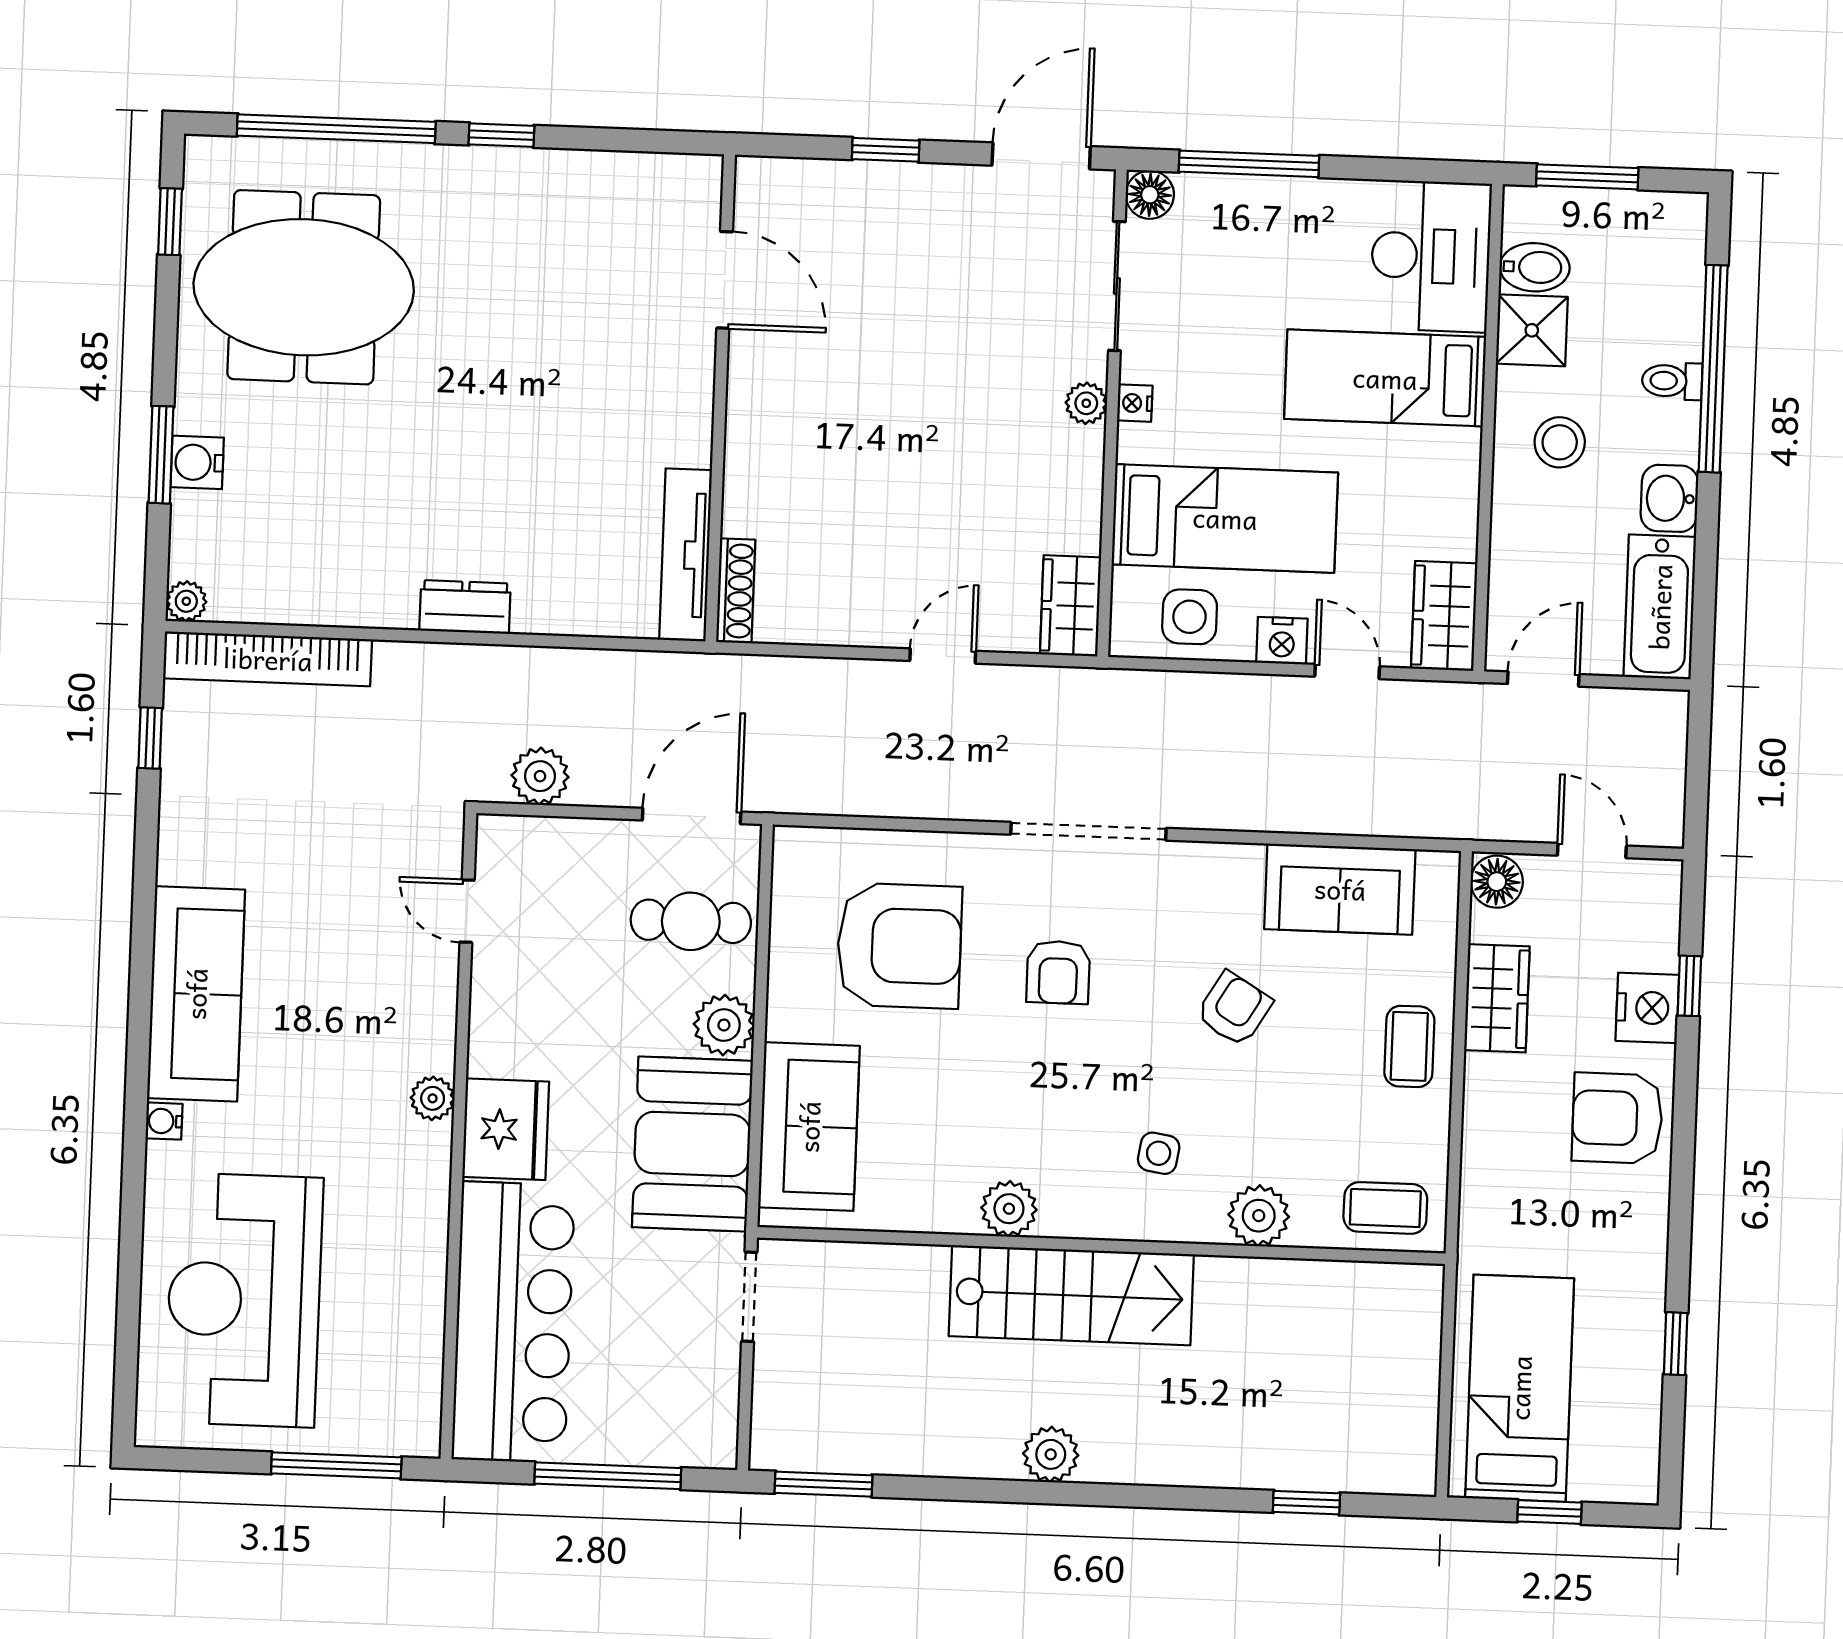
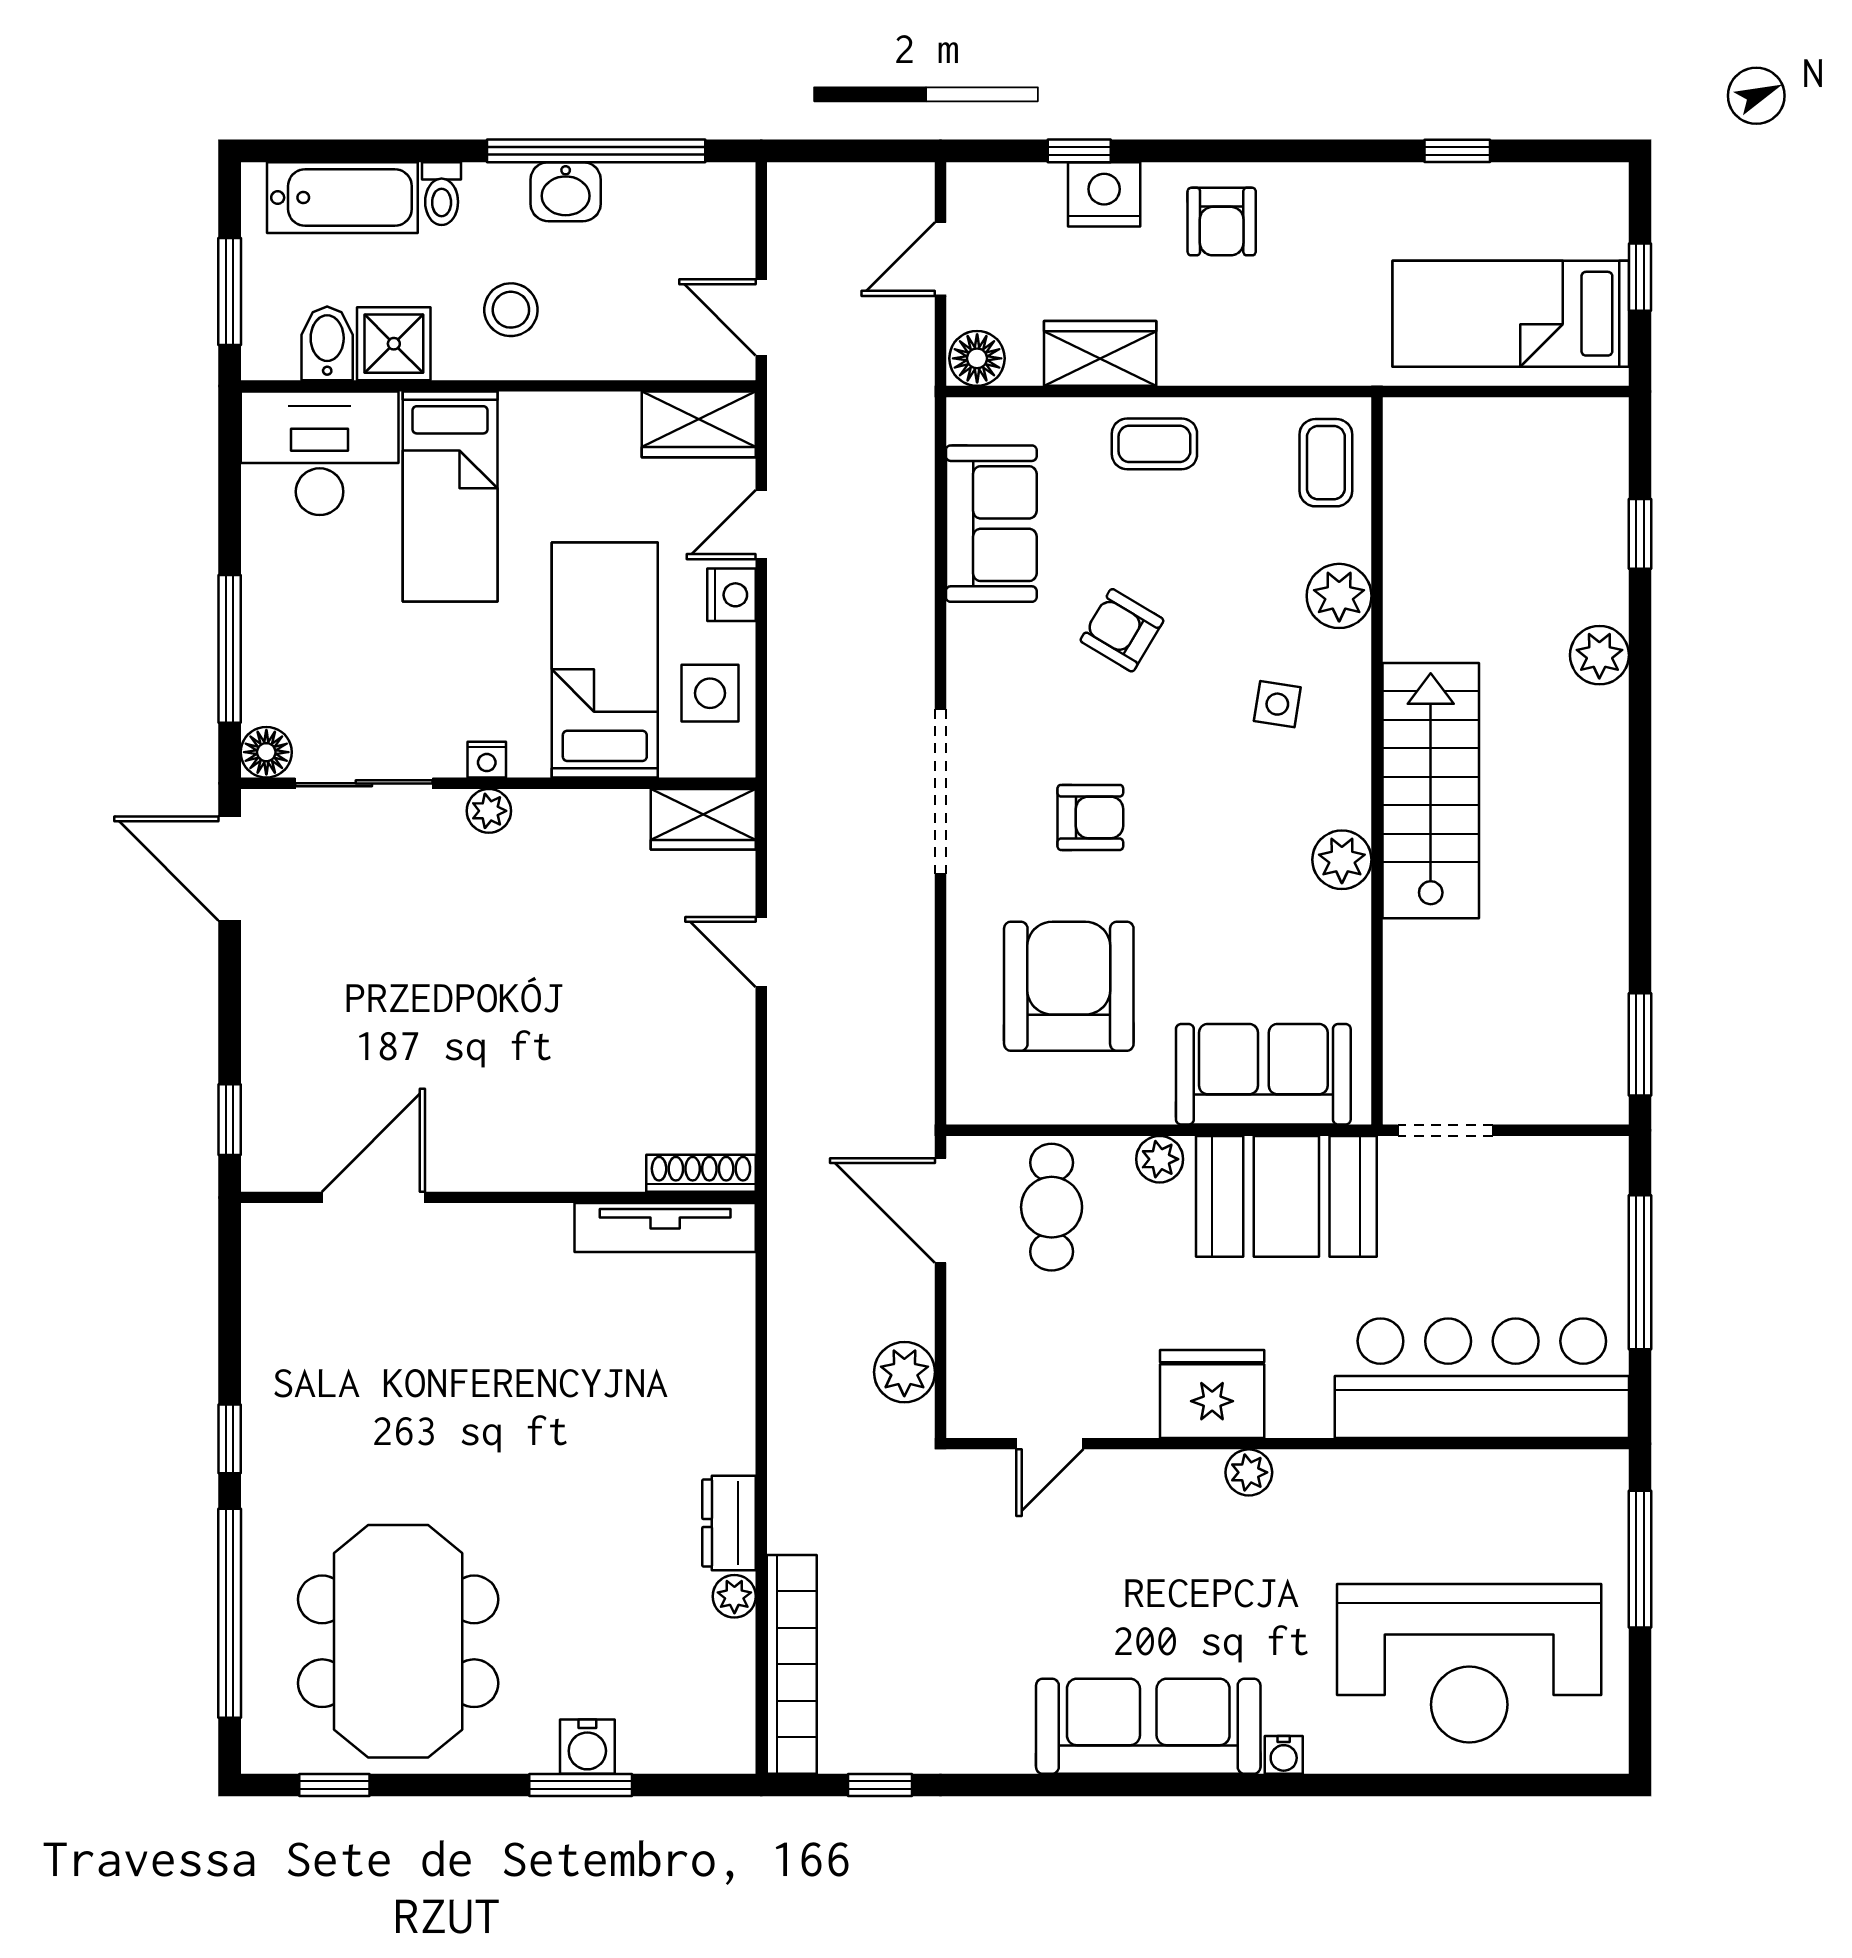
window: (886, 150) -> (230, 1120), moved
window: (1713, 369) -> (596, 151), moved
plant: (186, 601) -> (734, 1596), moved
dresser: (465, 607) -> (729, 1523), moved
bathtub: (1660, 607) -> (342, 198), moved
plant: (724, 1025) -> (1160, 1159), width x0.73, depth x0.73
armchair: (1617, 1118) -> (1222, 222), width x0.72, depth x0.72
fridge: (506, 1129) -> (1212, 1394), moved
plant: (1051, 1454) -> (1599, 655), moved

